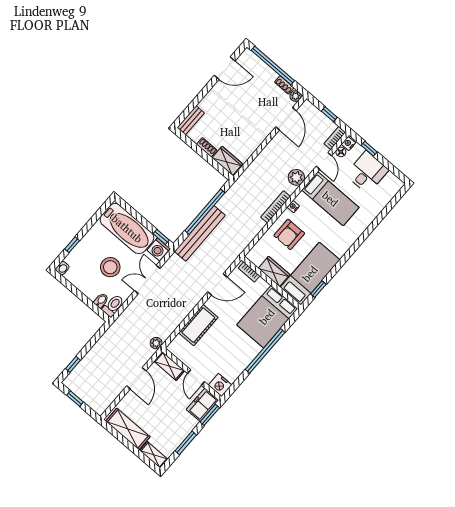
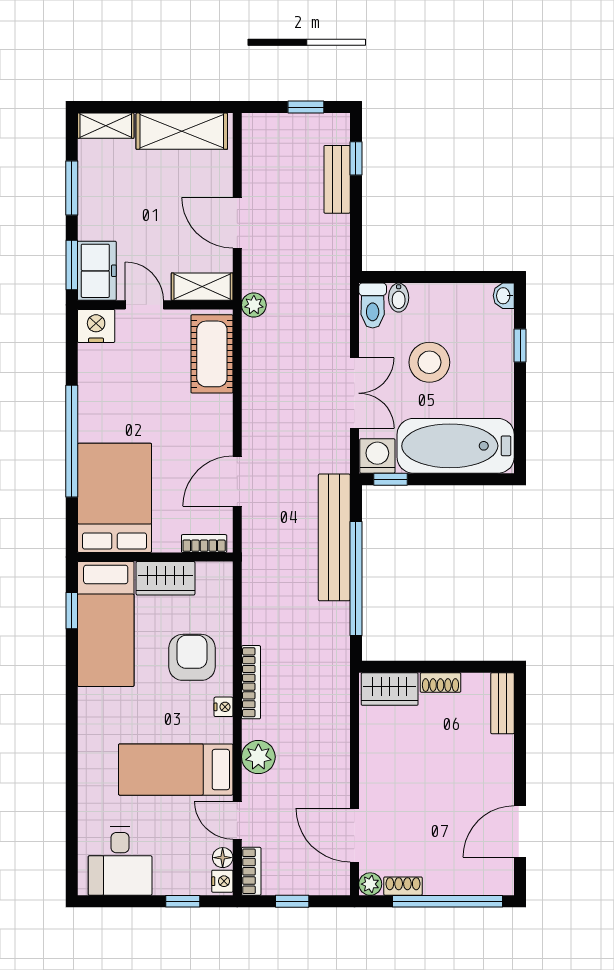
desk: (367, 172) -> (120, 861), moved
cot: (198, 325) -> (212, 354), moved
bench: (86, 363) -> (337, 179), added

